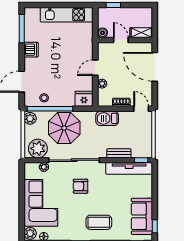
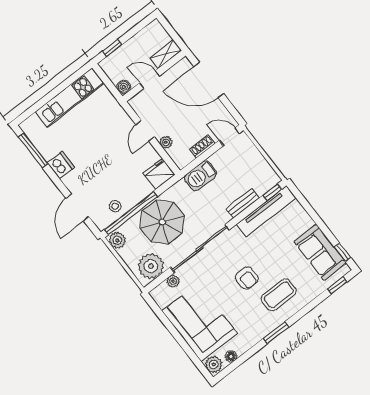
armchair: (80, 186) -> (247, 278), moved, turned -90

